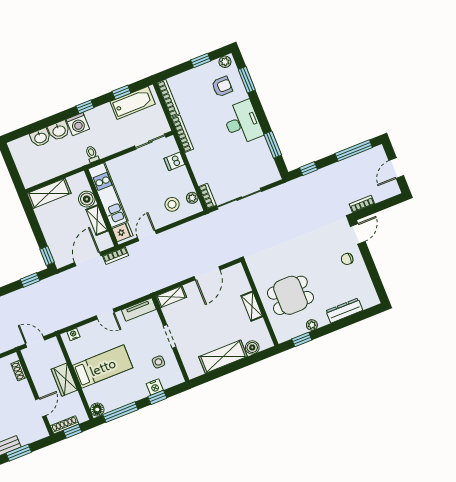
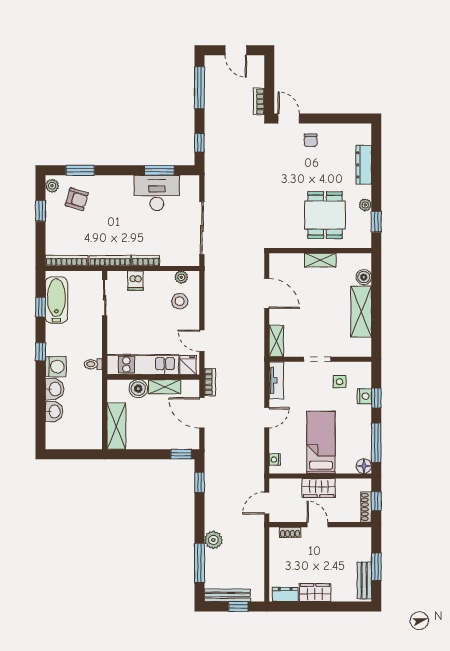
armchair: (222, 87) -> (77, 199), turned 106
desk: (242, 123) -> (157, 193), moved
bookcase: (207, 196) -> (146, 261), moved
door: (41, 408) -> (318, 525), moved

